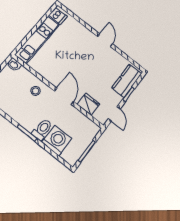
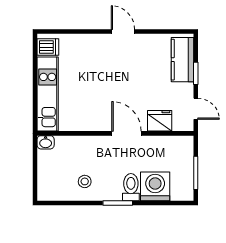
stool: (36, 91) -> (85, 181), moved

